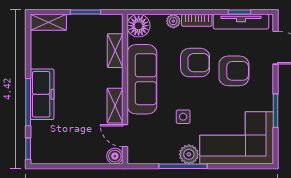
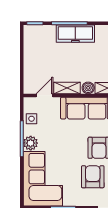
armchair: (234, 71) -> (93, 177), turned 180
side table: (183, 117) -> (32, 119), moved
boiler: (115, 156) -> (88, 88), moved

